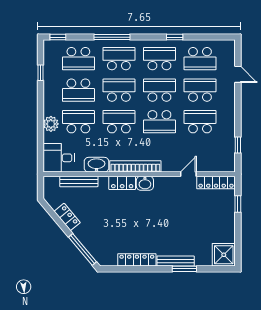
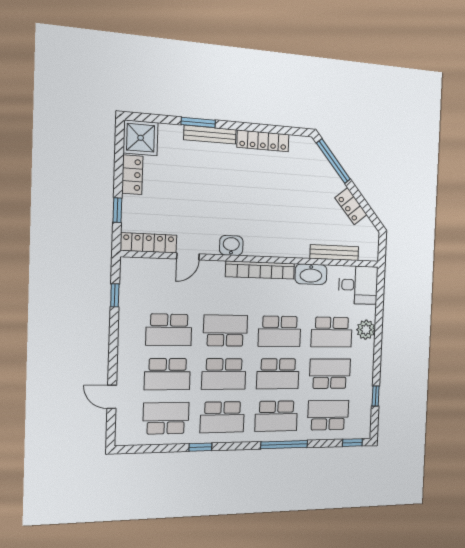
locker: (122, 183) -> (132, 175), moved, turned 90
washbasin: (145, 183) -> (231, 245), moved

